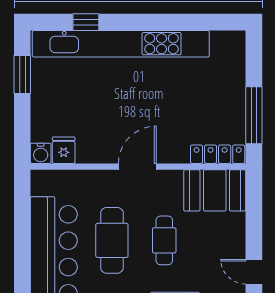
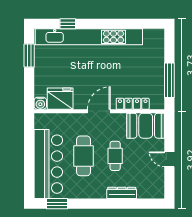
fridge: (64, 150) -> (60, 99), width x1.88, depth x1.34
locker: (218, 154) -> (133, 104), moved
door: (254, 272) -> (169, 159), moved

